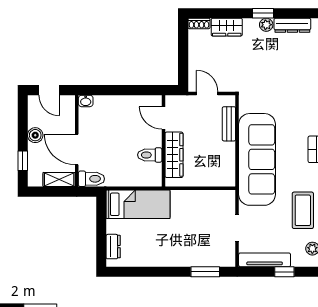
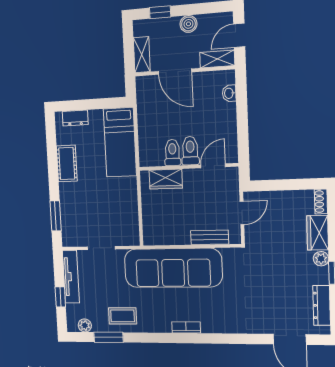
plant: (266, 25) -> (321, 259), moved
washbasin: (86, 101) -> (229, 93), moved
shelving: (68, 110) -> (217, 59), added
door: (77, 149) -> (175, 72), swing flipped
wardrobe: (174, 155) -> (166, 179), width x0.67
toilet: (91, 179) -> (190, 151), moved, turned 180
coffee table: (303, 210) -> (123, 316), width x0.73, depth x0.77
cot: (155, 258) -> (67, 163), added

